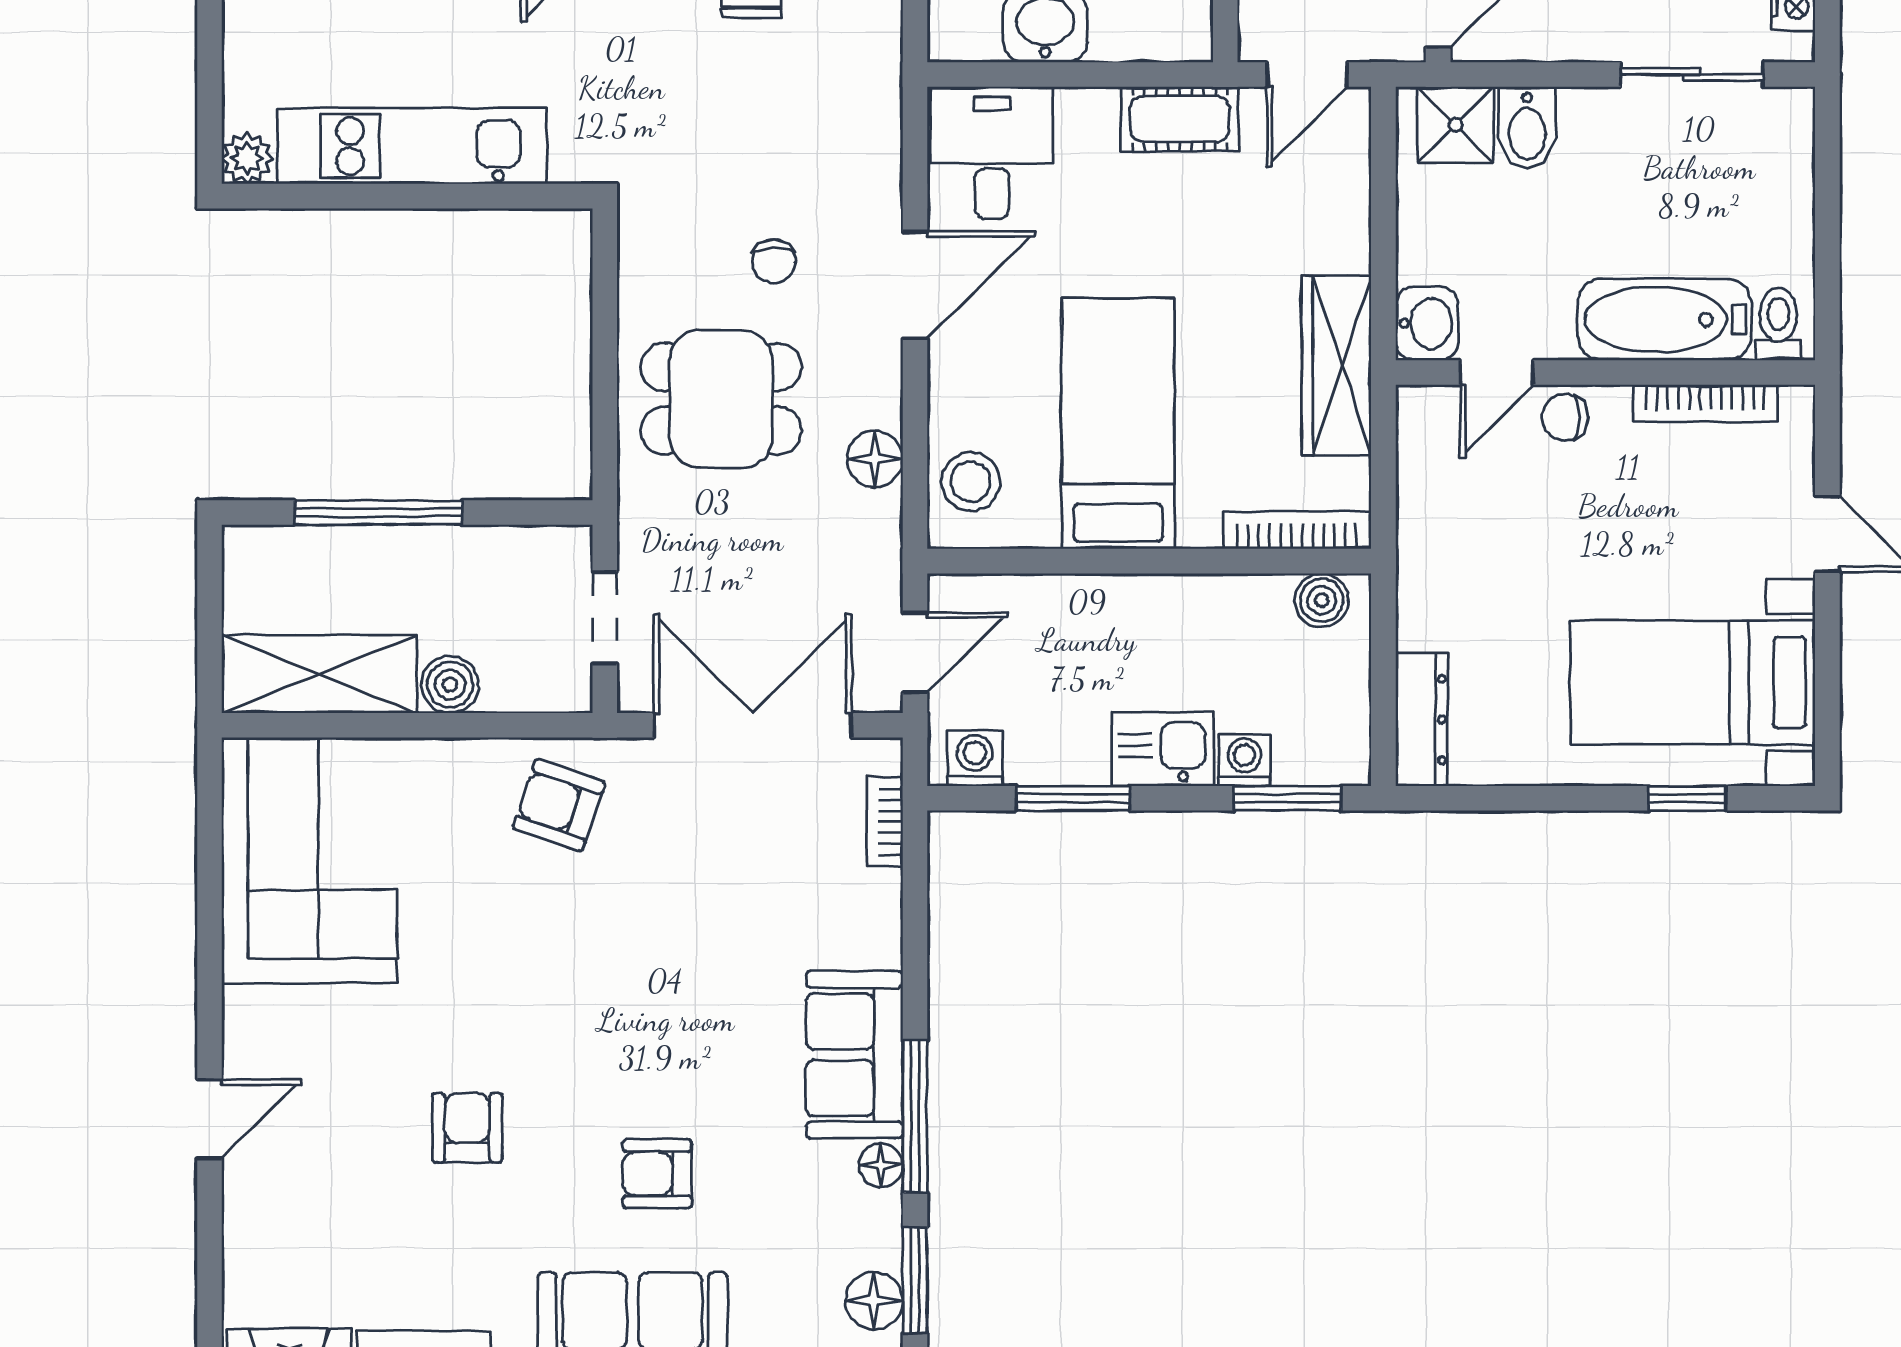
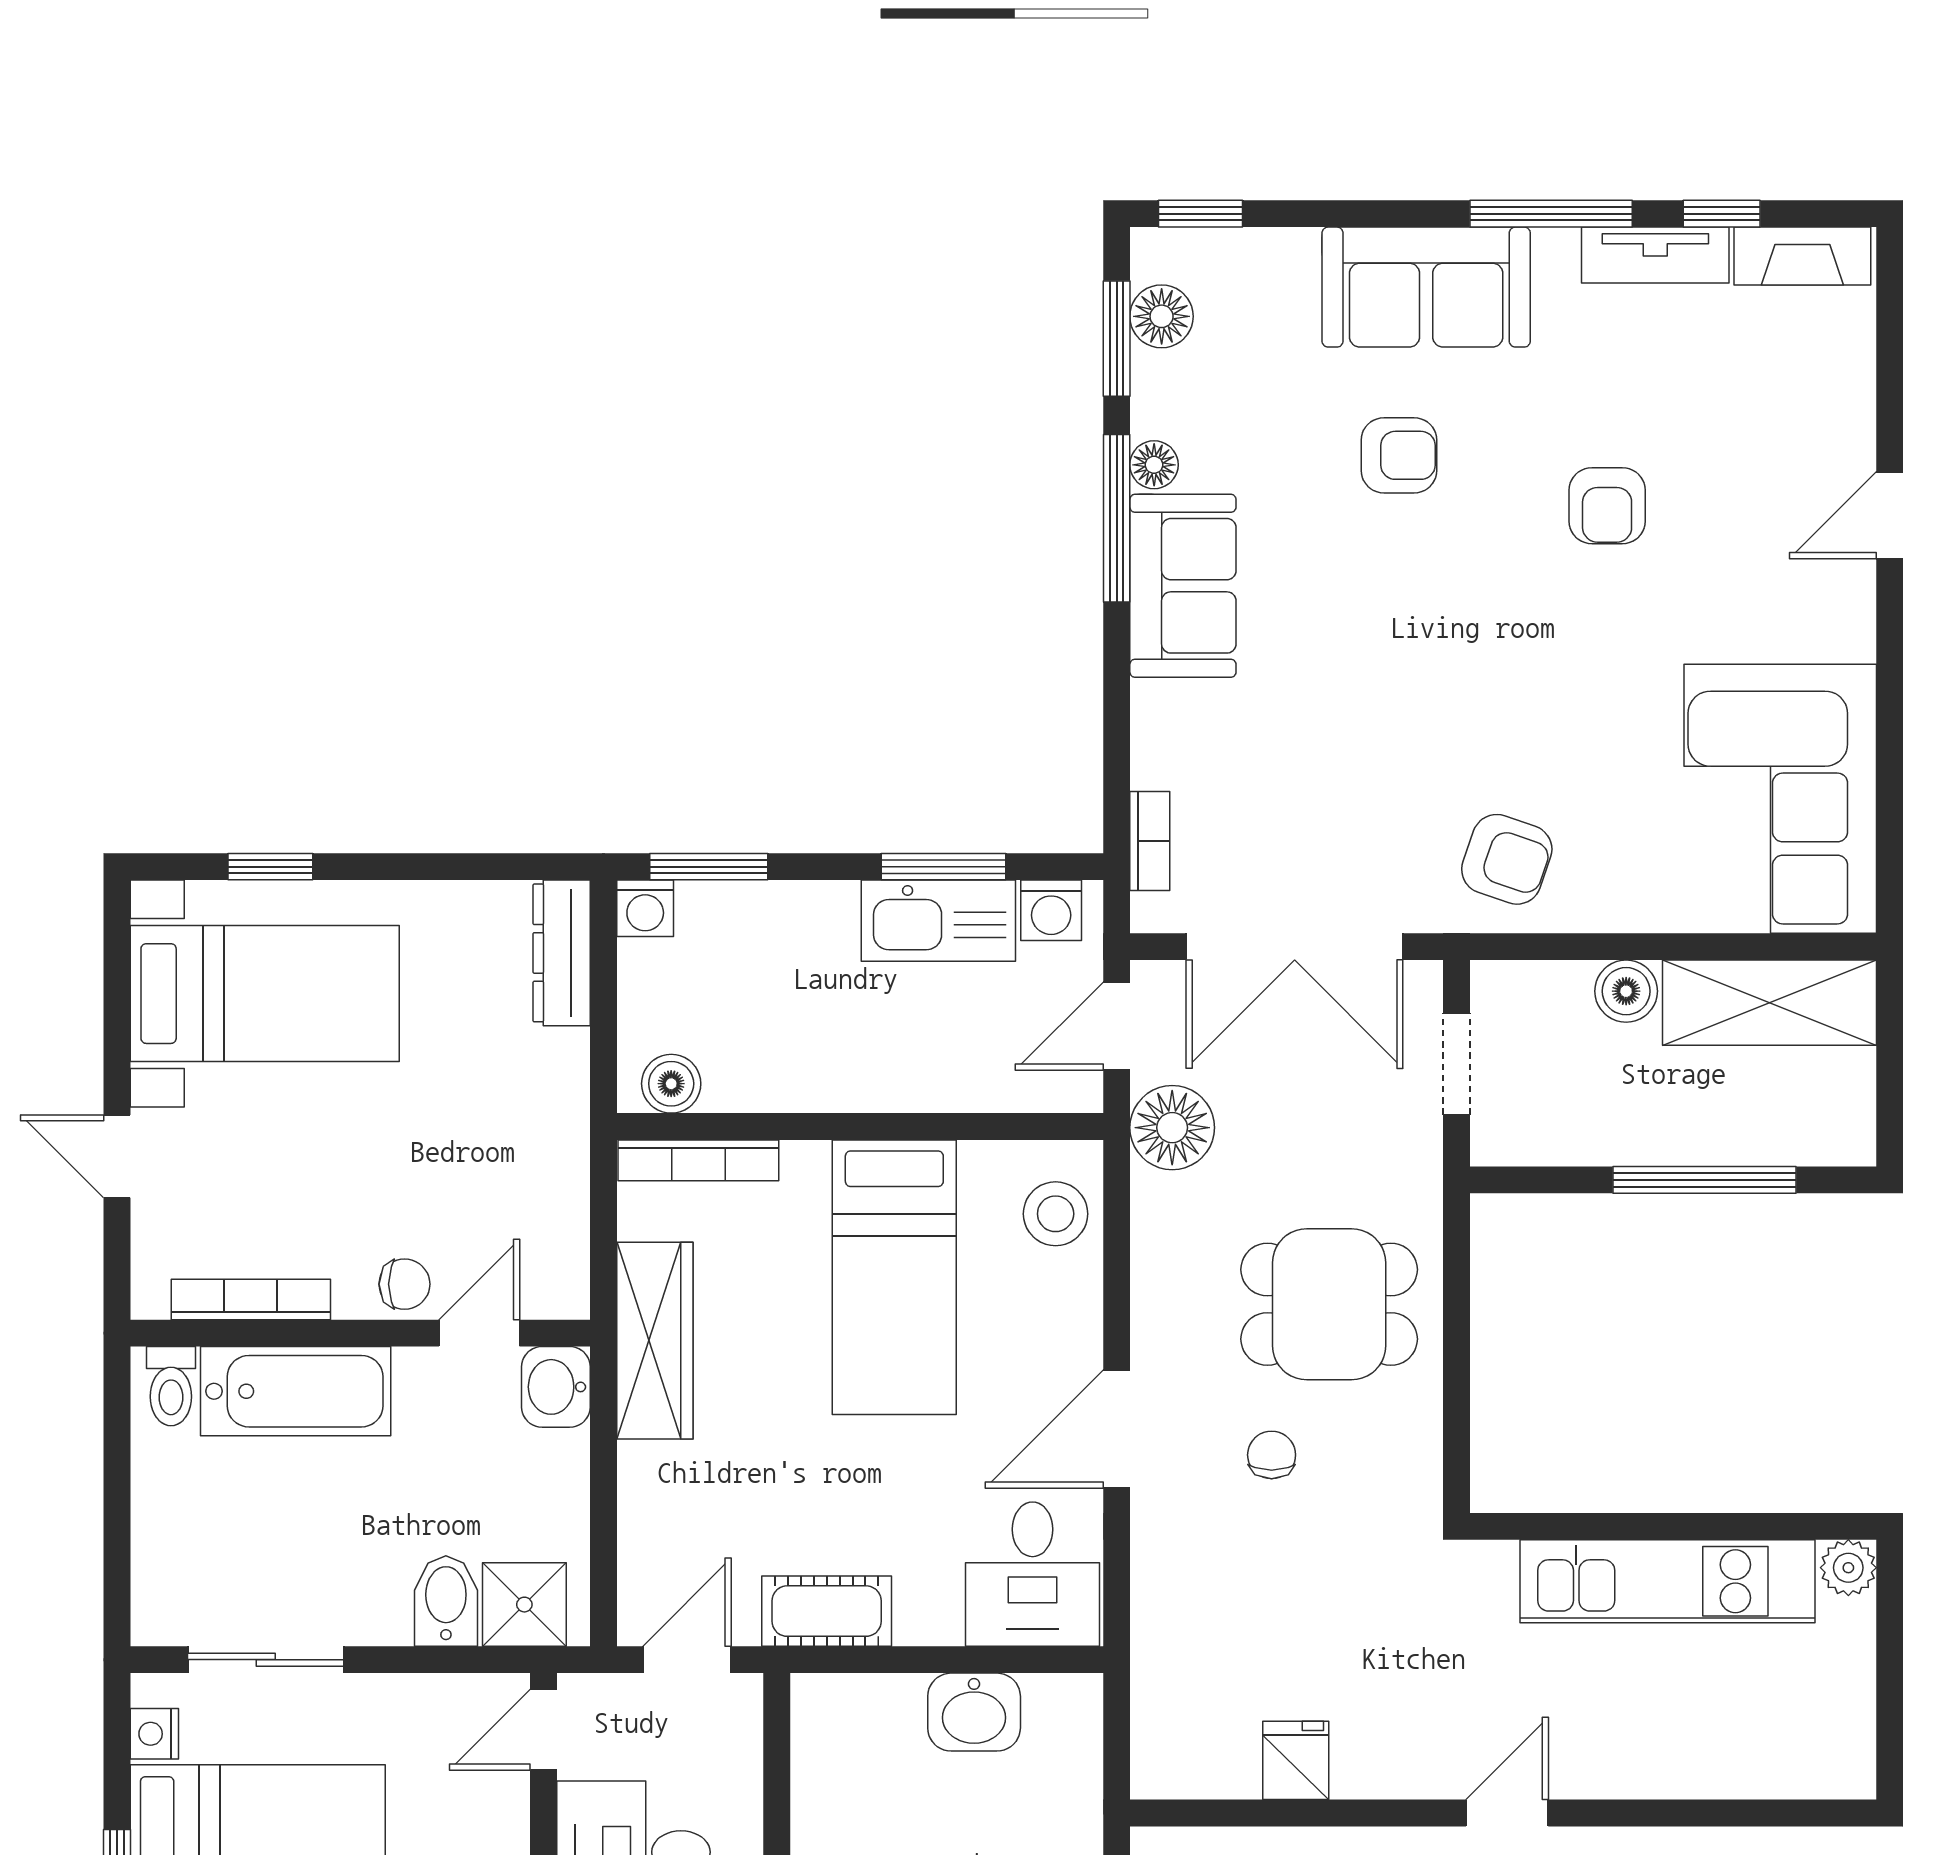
floor lamp: (875, 459) -> (1172, 1128), moved, width x1.38, depth x1.38
kitchen sink: (1163, 749) -> (938, 921), moved, width x1.38
washing machine: (1245, 760) -> (645, 908), moved

